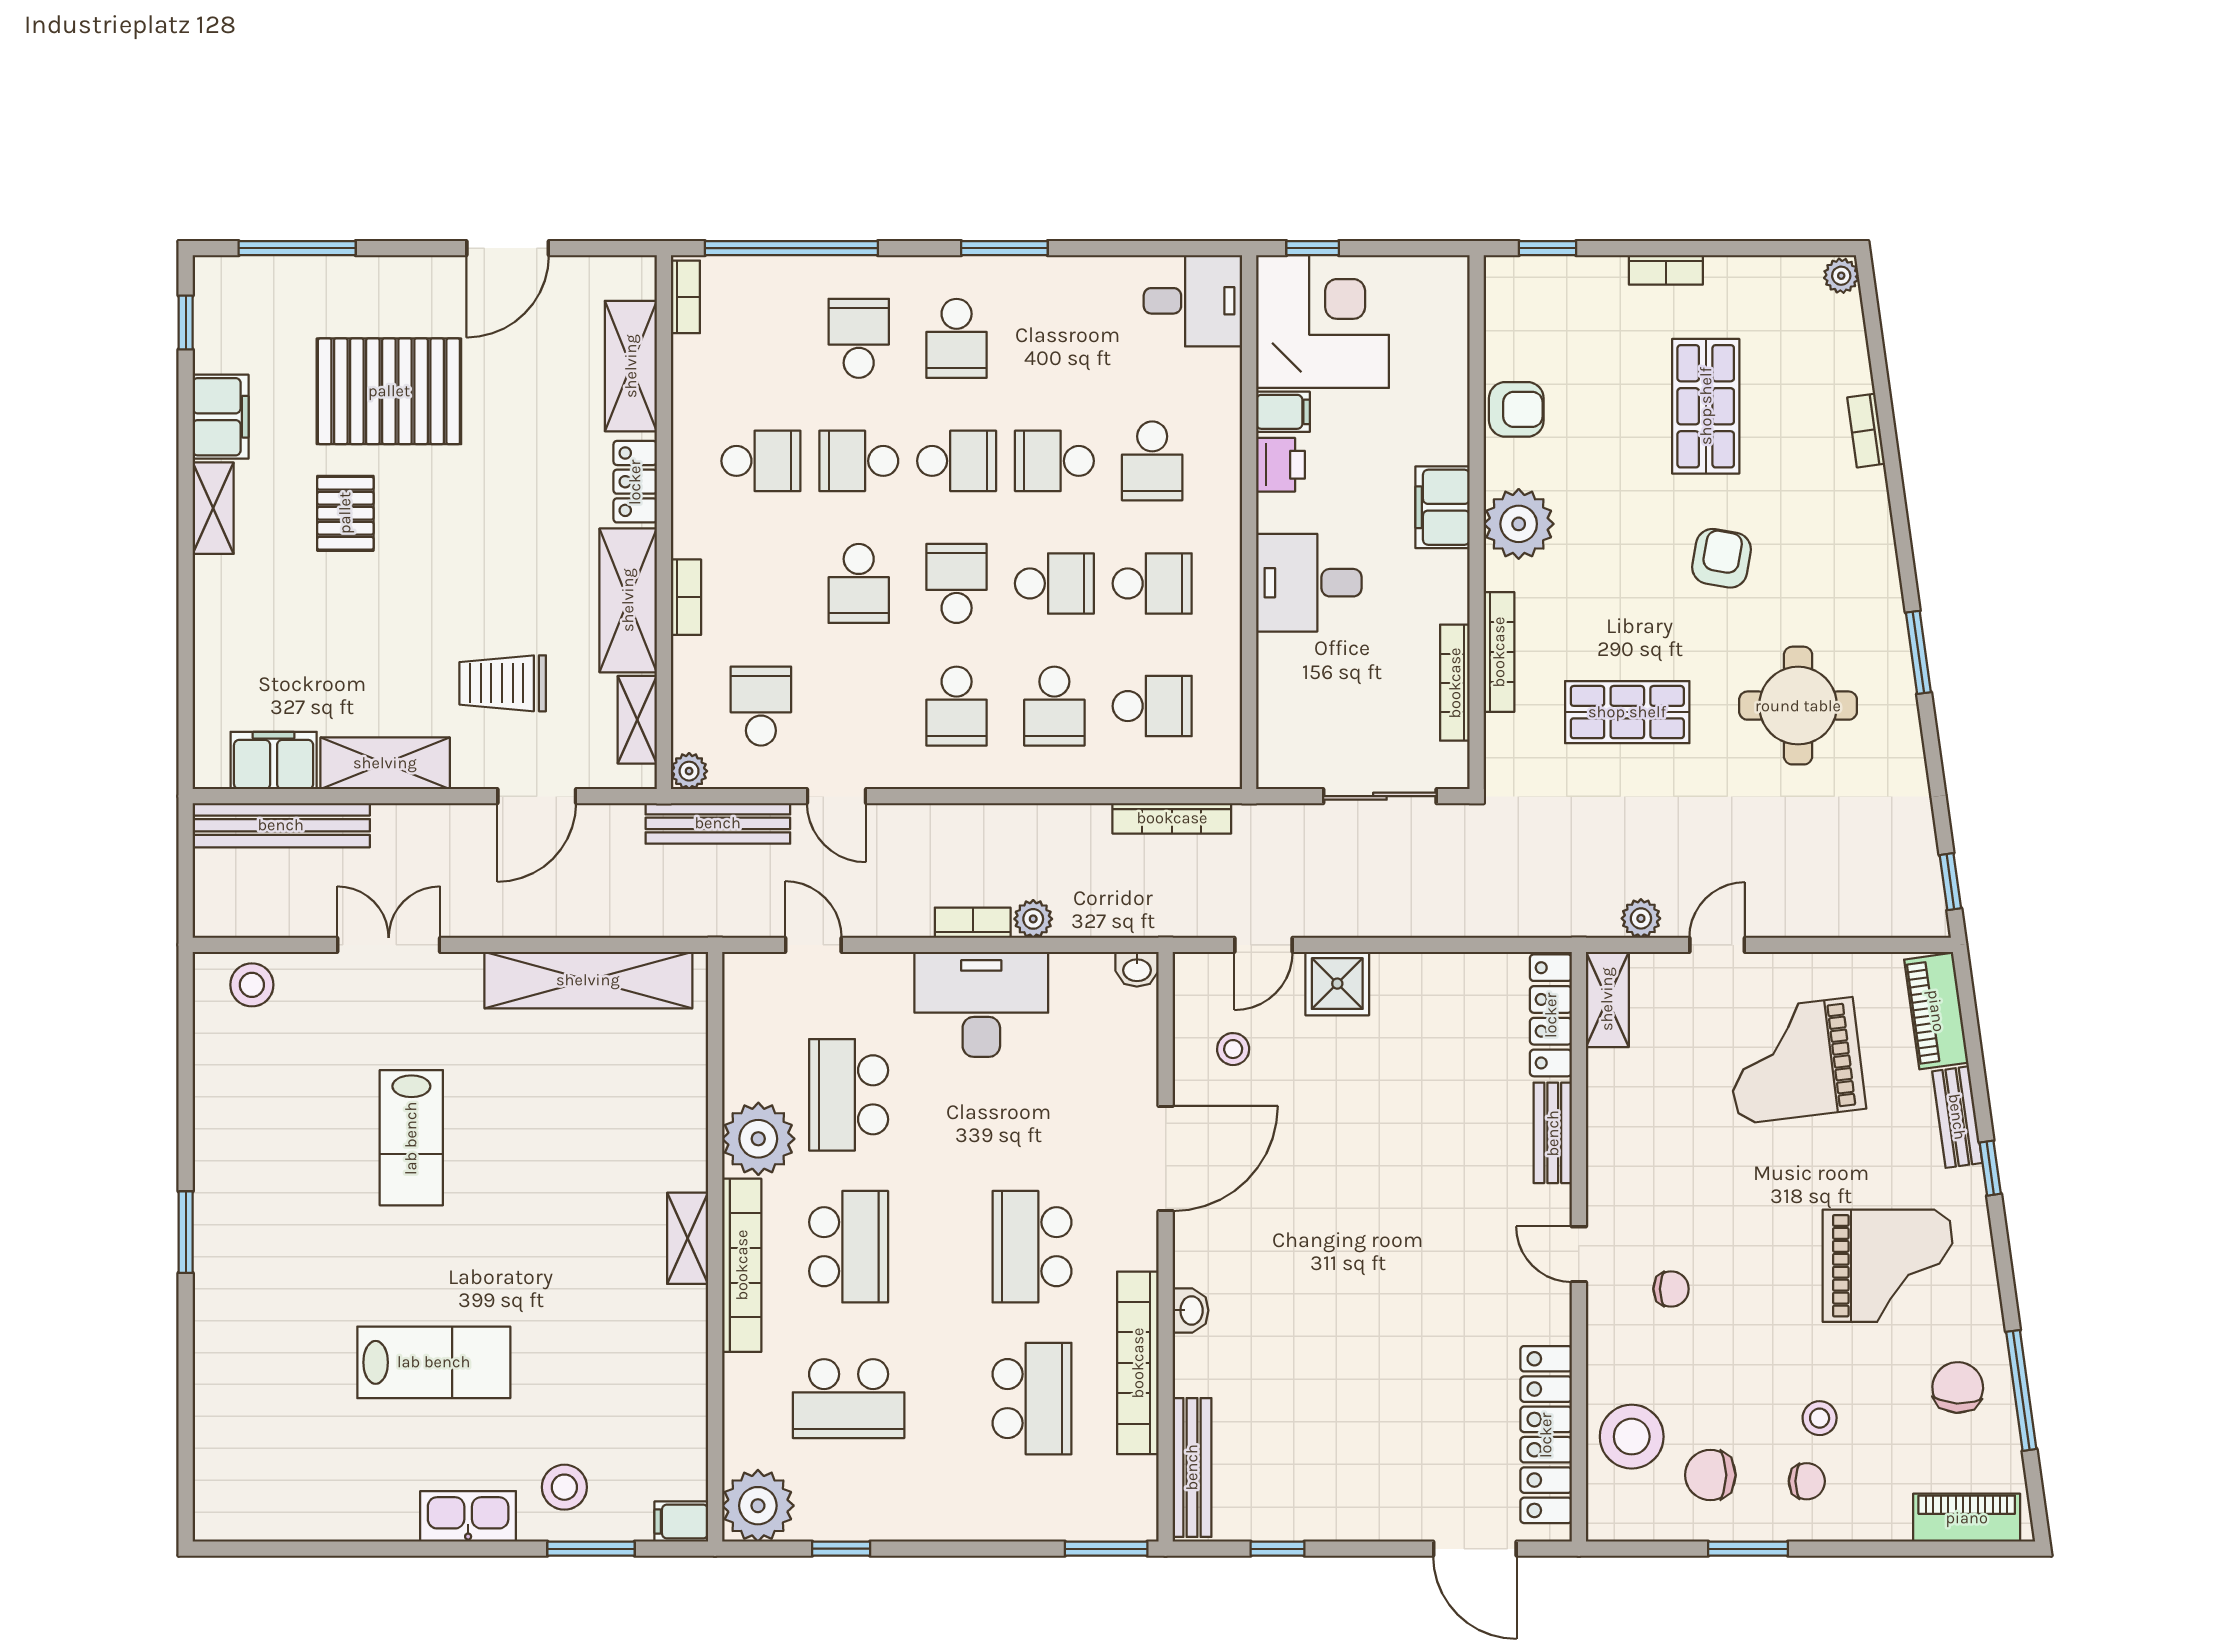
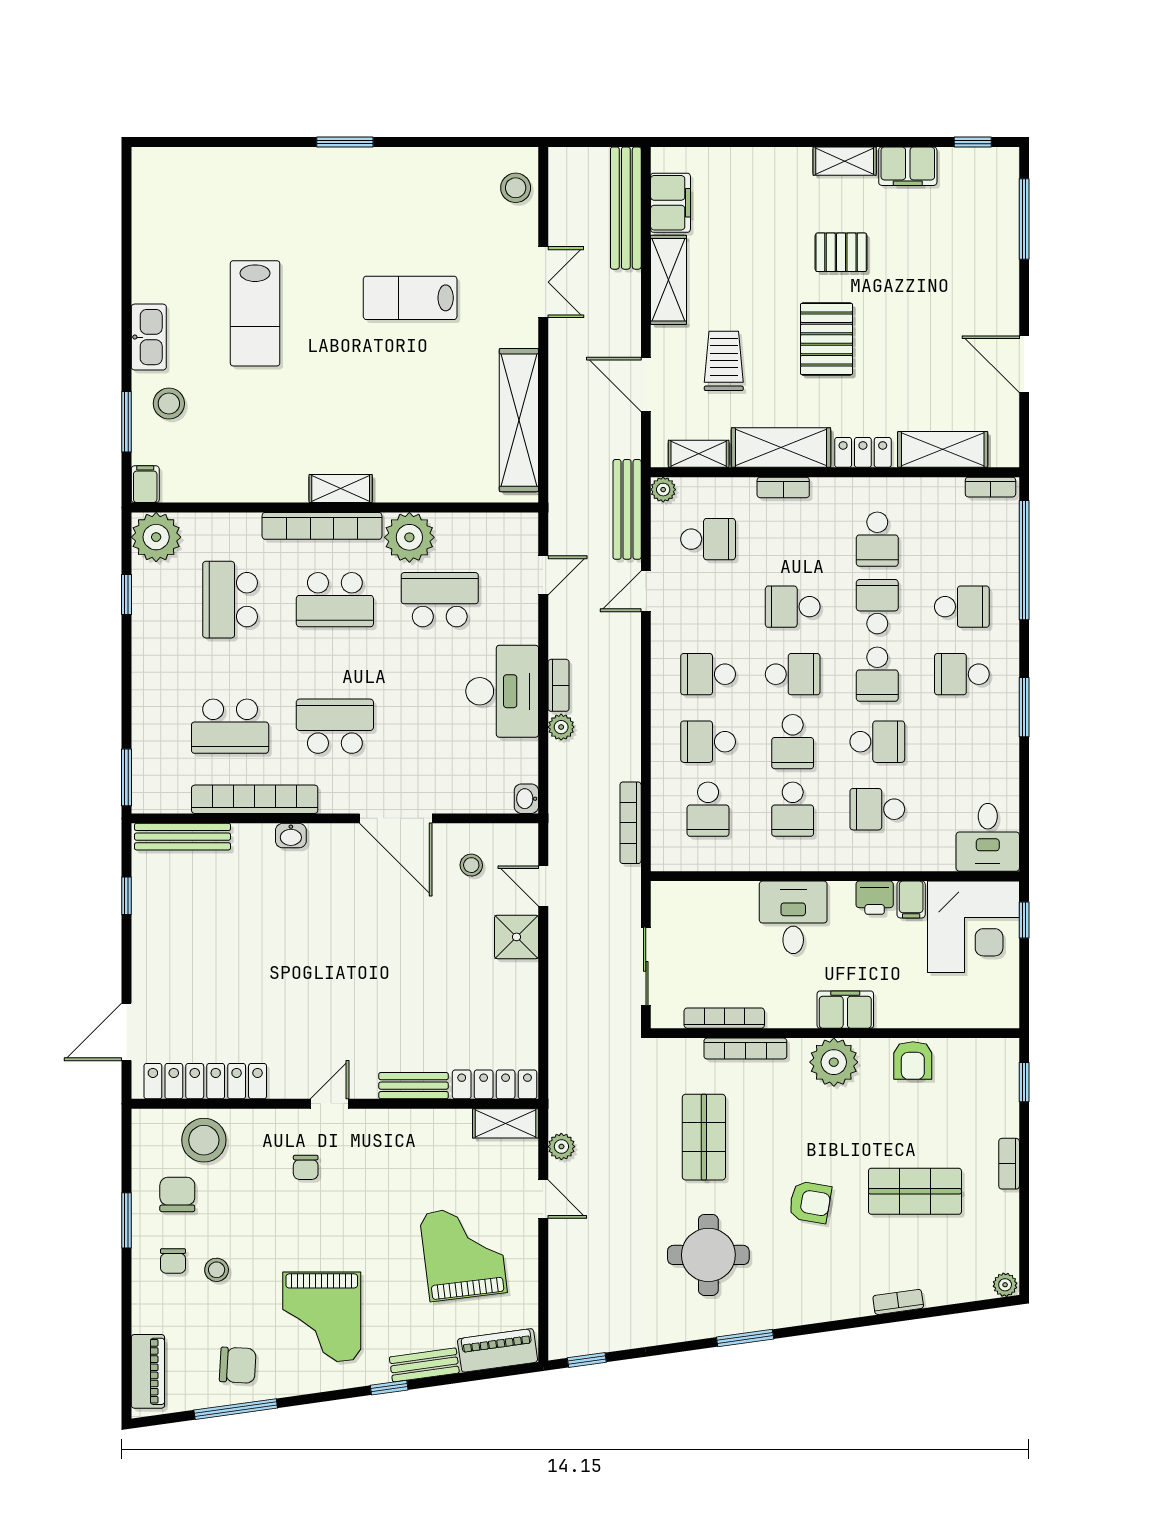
pallet: (389, 391) -> (827, 339), moved, width x0.73, depth x0.71
school desk: (1054, 461) -> (877, 742), turned 90

